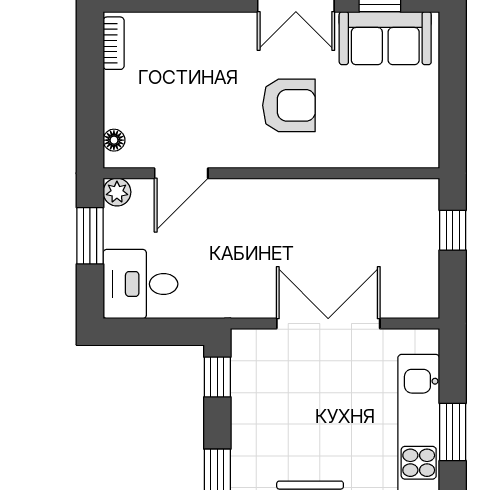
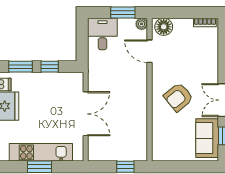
armchair: (289, 105) -> (178, 97), turned 51
floor lamp: (114, 140) -> (164, 27), width x1.89, depth x1.89
window: (217, 377) -> (50, 67), moved

